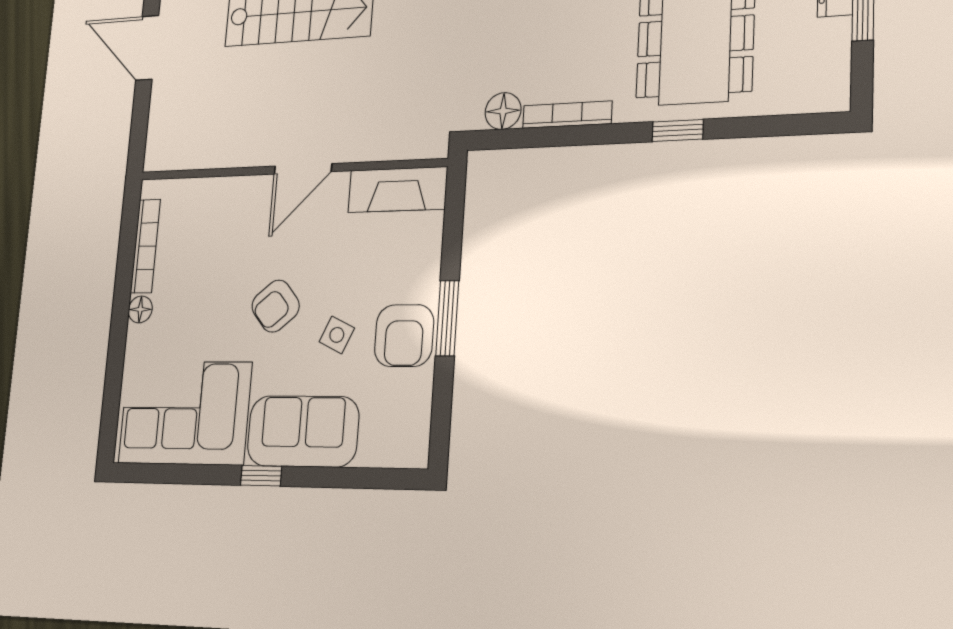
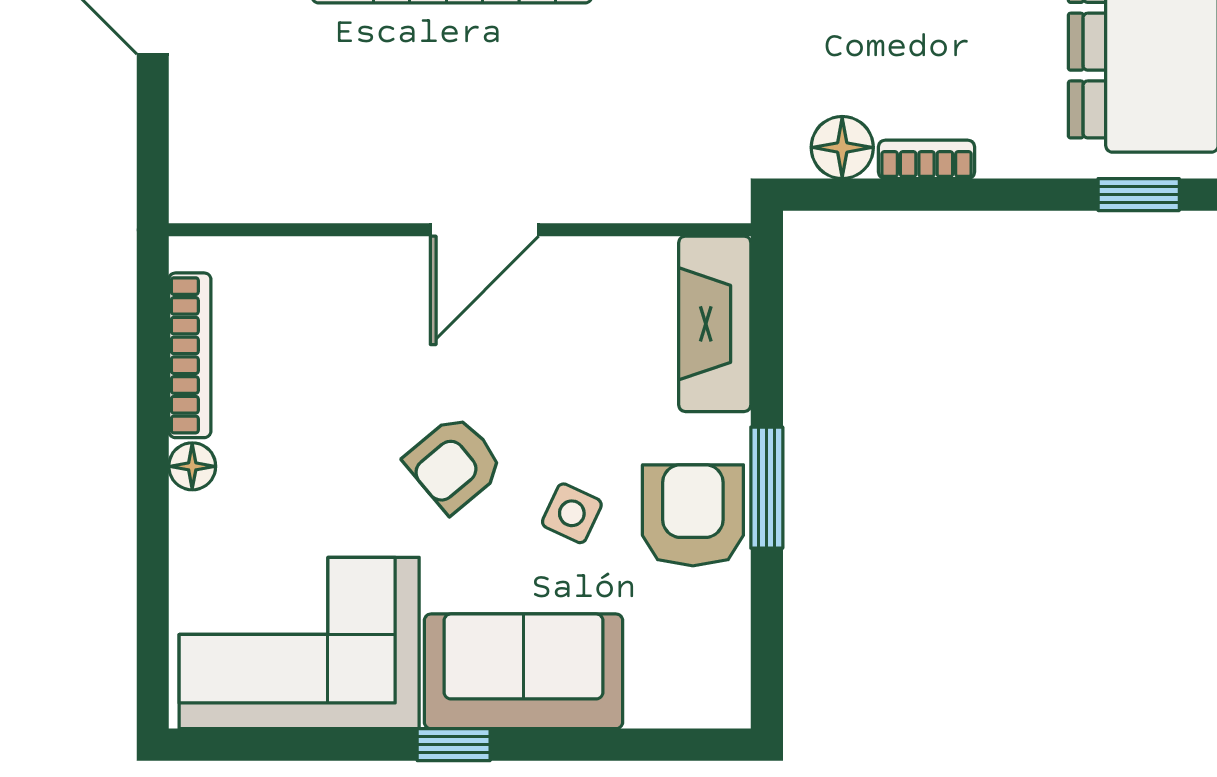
bookcase: (567, 115) -> (927, 159), width x0.64
fireplace: (398, 190) -> (715, 324), moved, turned 90
armchair: (404, 336) -> (693, 515), turned 180

